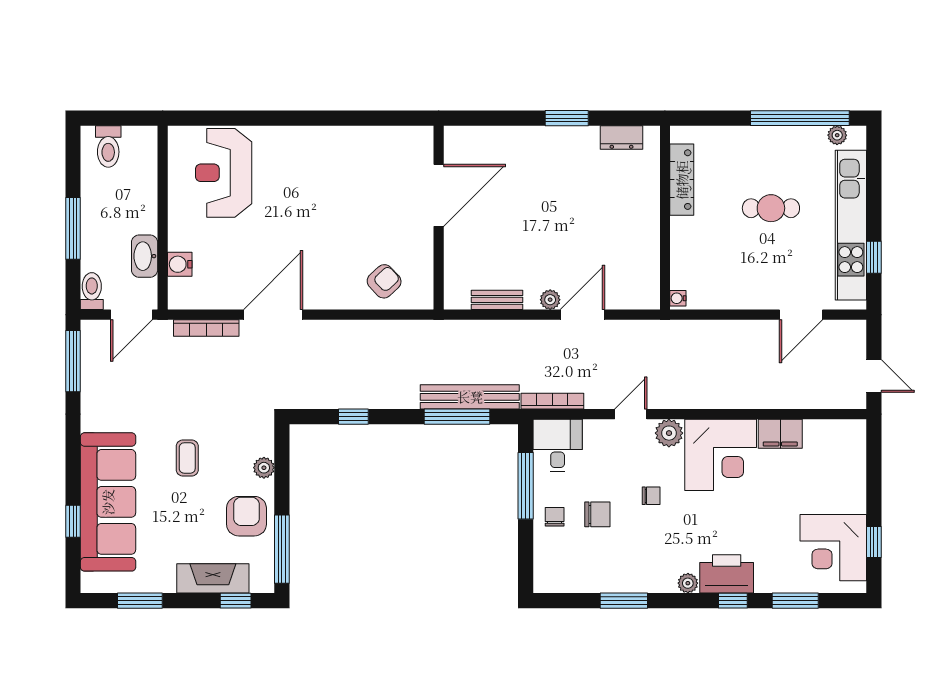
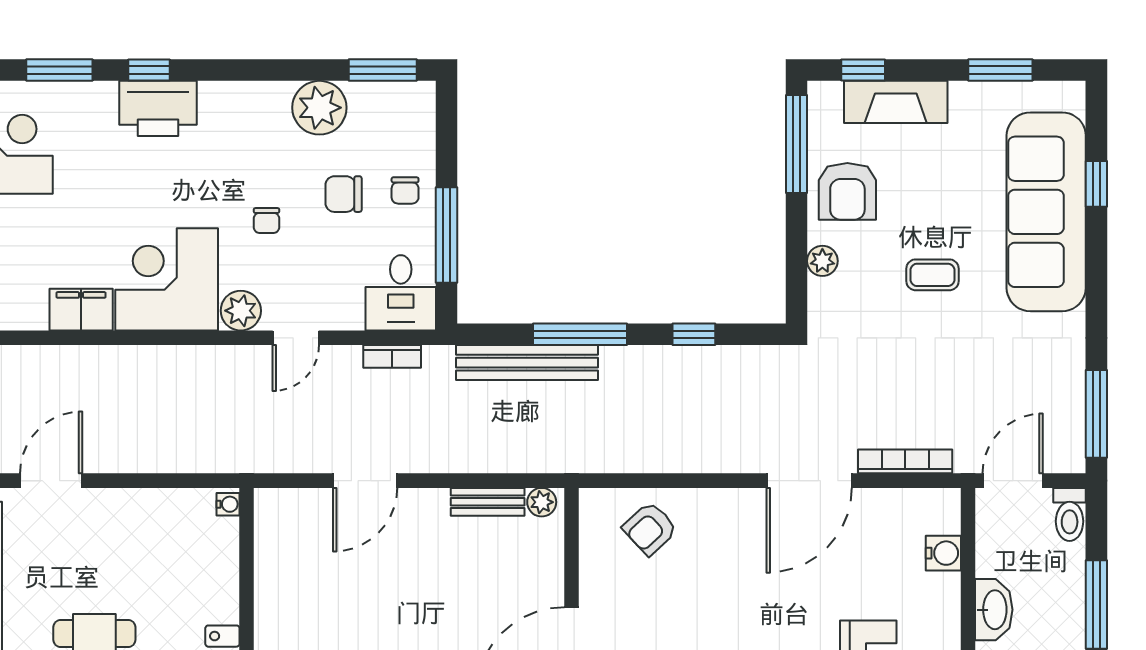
washbasin: (145, 256) -> (994, 610), moved
plant: (550, 300) -> (542, 502), moved
bookcase: (552, 401) -> (392, 356), width x0.64
window: (457, 417) -> (580, 334), moved
coffee table: (187, 458) -> (932, 275), turned 90
chair: (651, 496) -> (266, 221), turned -90
plant: (688, 583) -> (319, 108), moved, width x1.87, depth x1.87
window: (624, 601) -> (383, 70), moved

